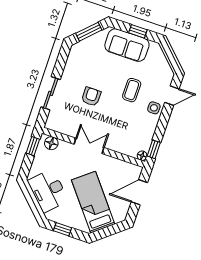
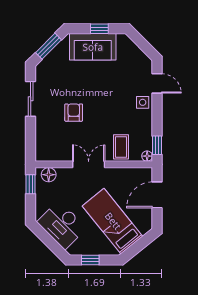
coffee table: (132, 90) -> (121, 147), moved
sliding door: (51, 93) -> (31, 99), moved
door: (172, 96) -> (157, 83), hinge flipped

